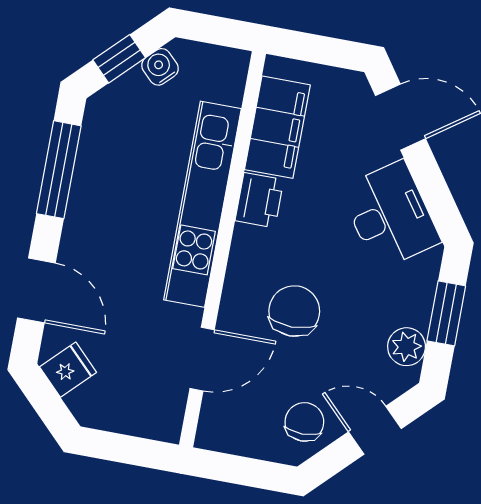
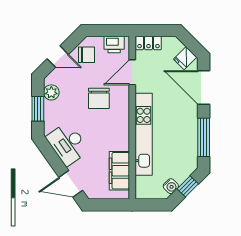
printer: (259, 200) -> (114, 45), moved, turned -90
door: (36, 290) -> (204, 87), width x1.36
locker: (150, 422) -> (149, 43), added
chair: (304, 422) -> (87, 55), turned -90

